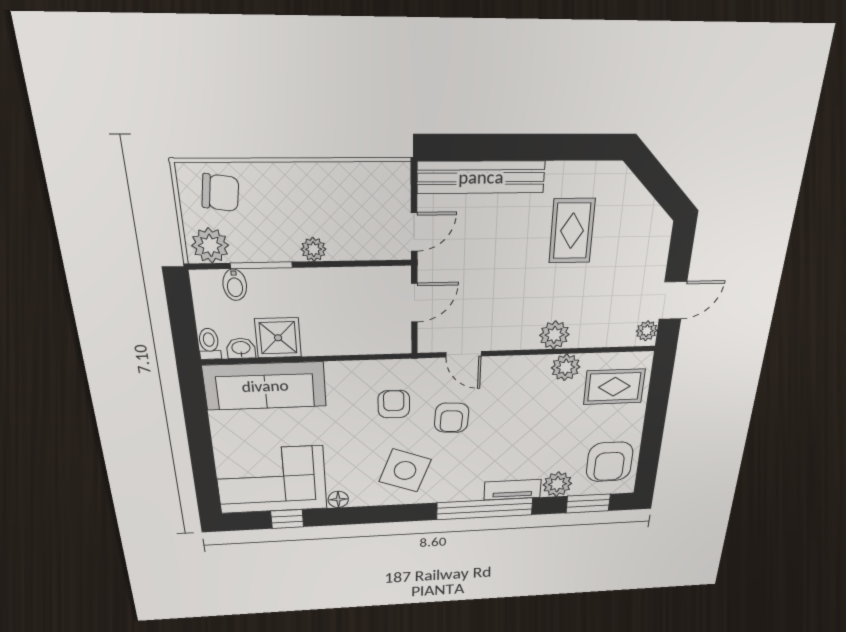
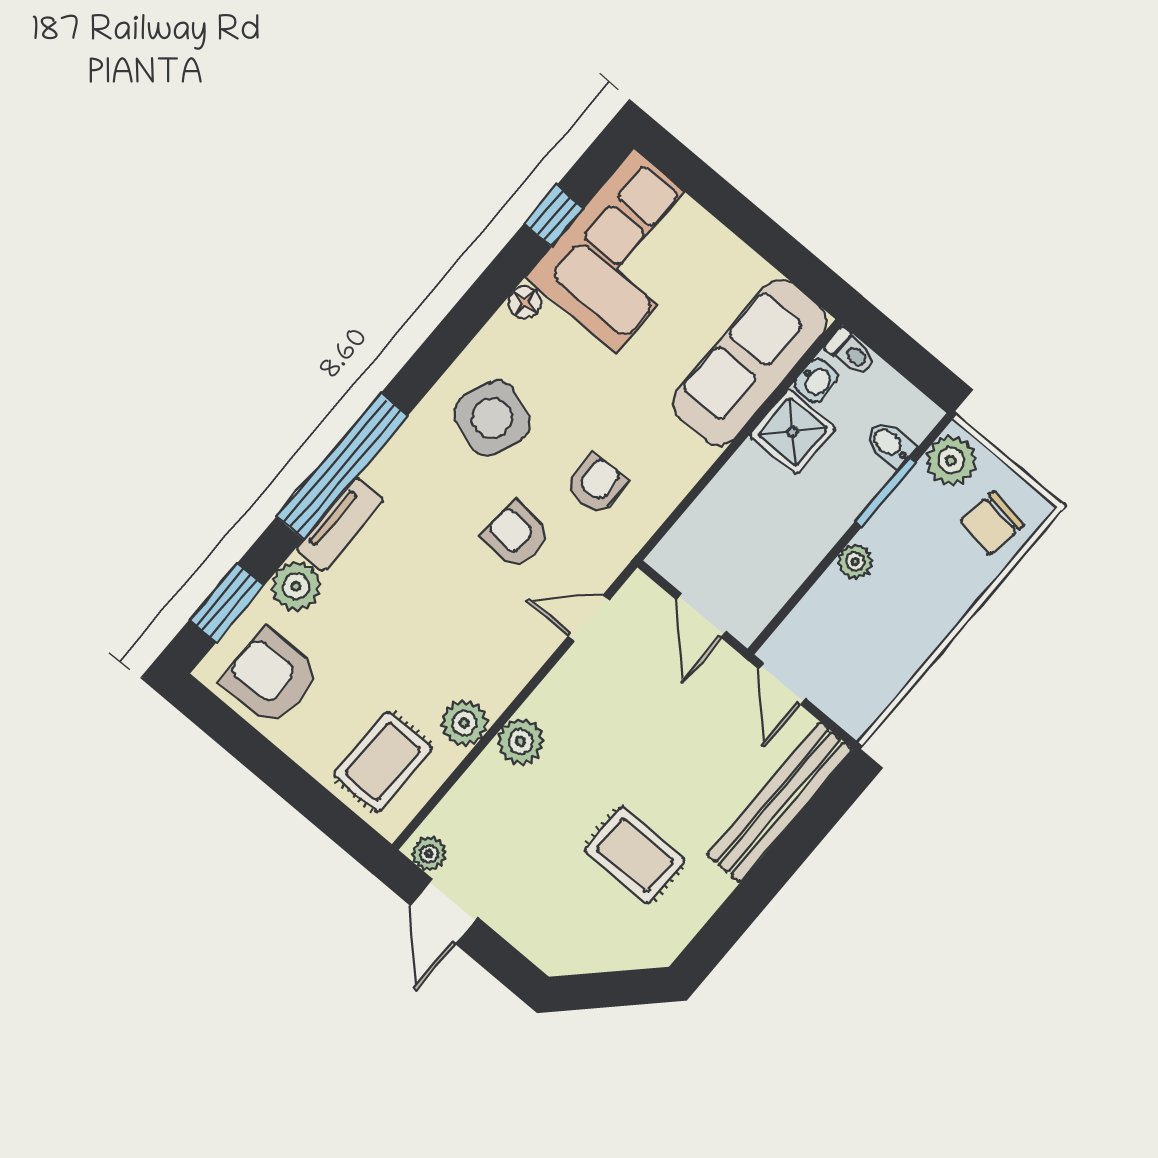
armchair: (394, 404) -> (596, 484), turned -92

